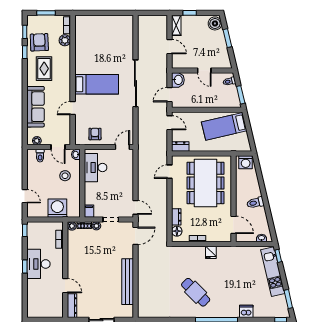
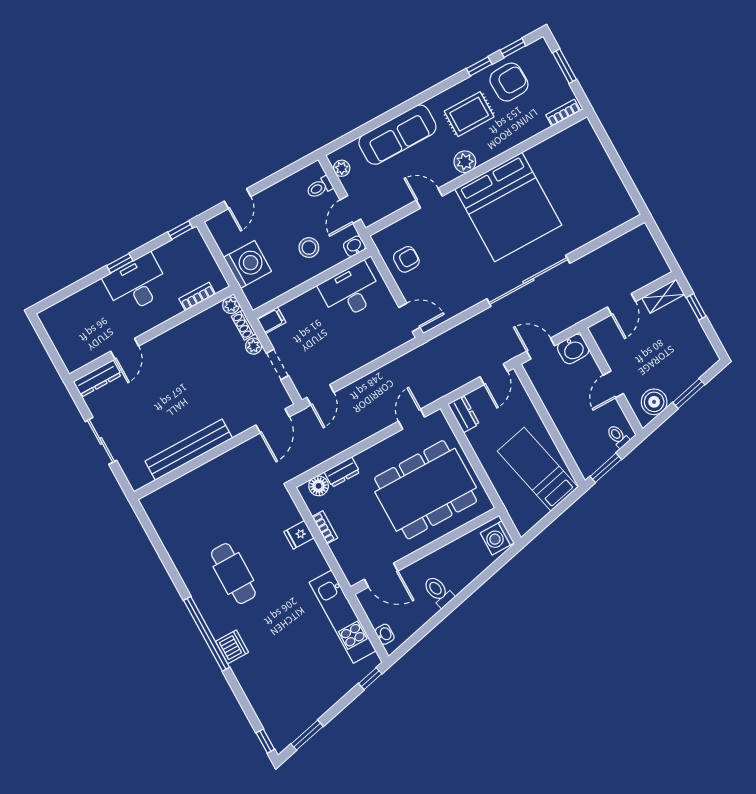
boiler: (215, 23) -> (654, 402), moved
plant: (65, 40) -> (465, 162), moved
bed: (97, 84) -> (508, 207), width x2.04
door: (170, 172) -> (412, 419), hinge flipped
door: (233, 225) -> (381, 575), hinge flipped
door: (135, 236) -> (273, 421), hinge flipped
fridge: (211, 252) -> (299, 535), moved
kitchen unit: (273, 272) -> (343, 617), moved, turned -77
cafe table: (196, 292) -> (233, 574), turned -45
dishwasher: (246, 311) -> (232, 647), moved

